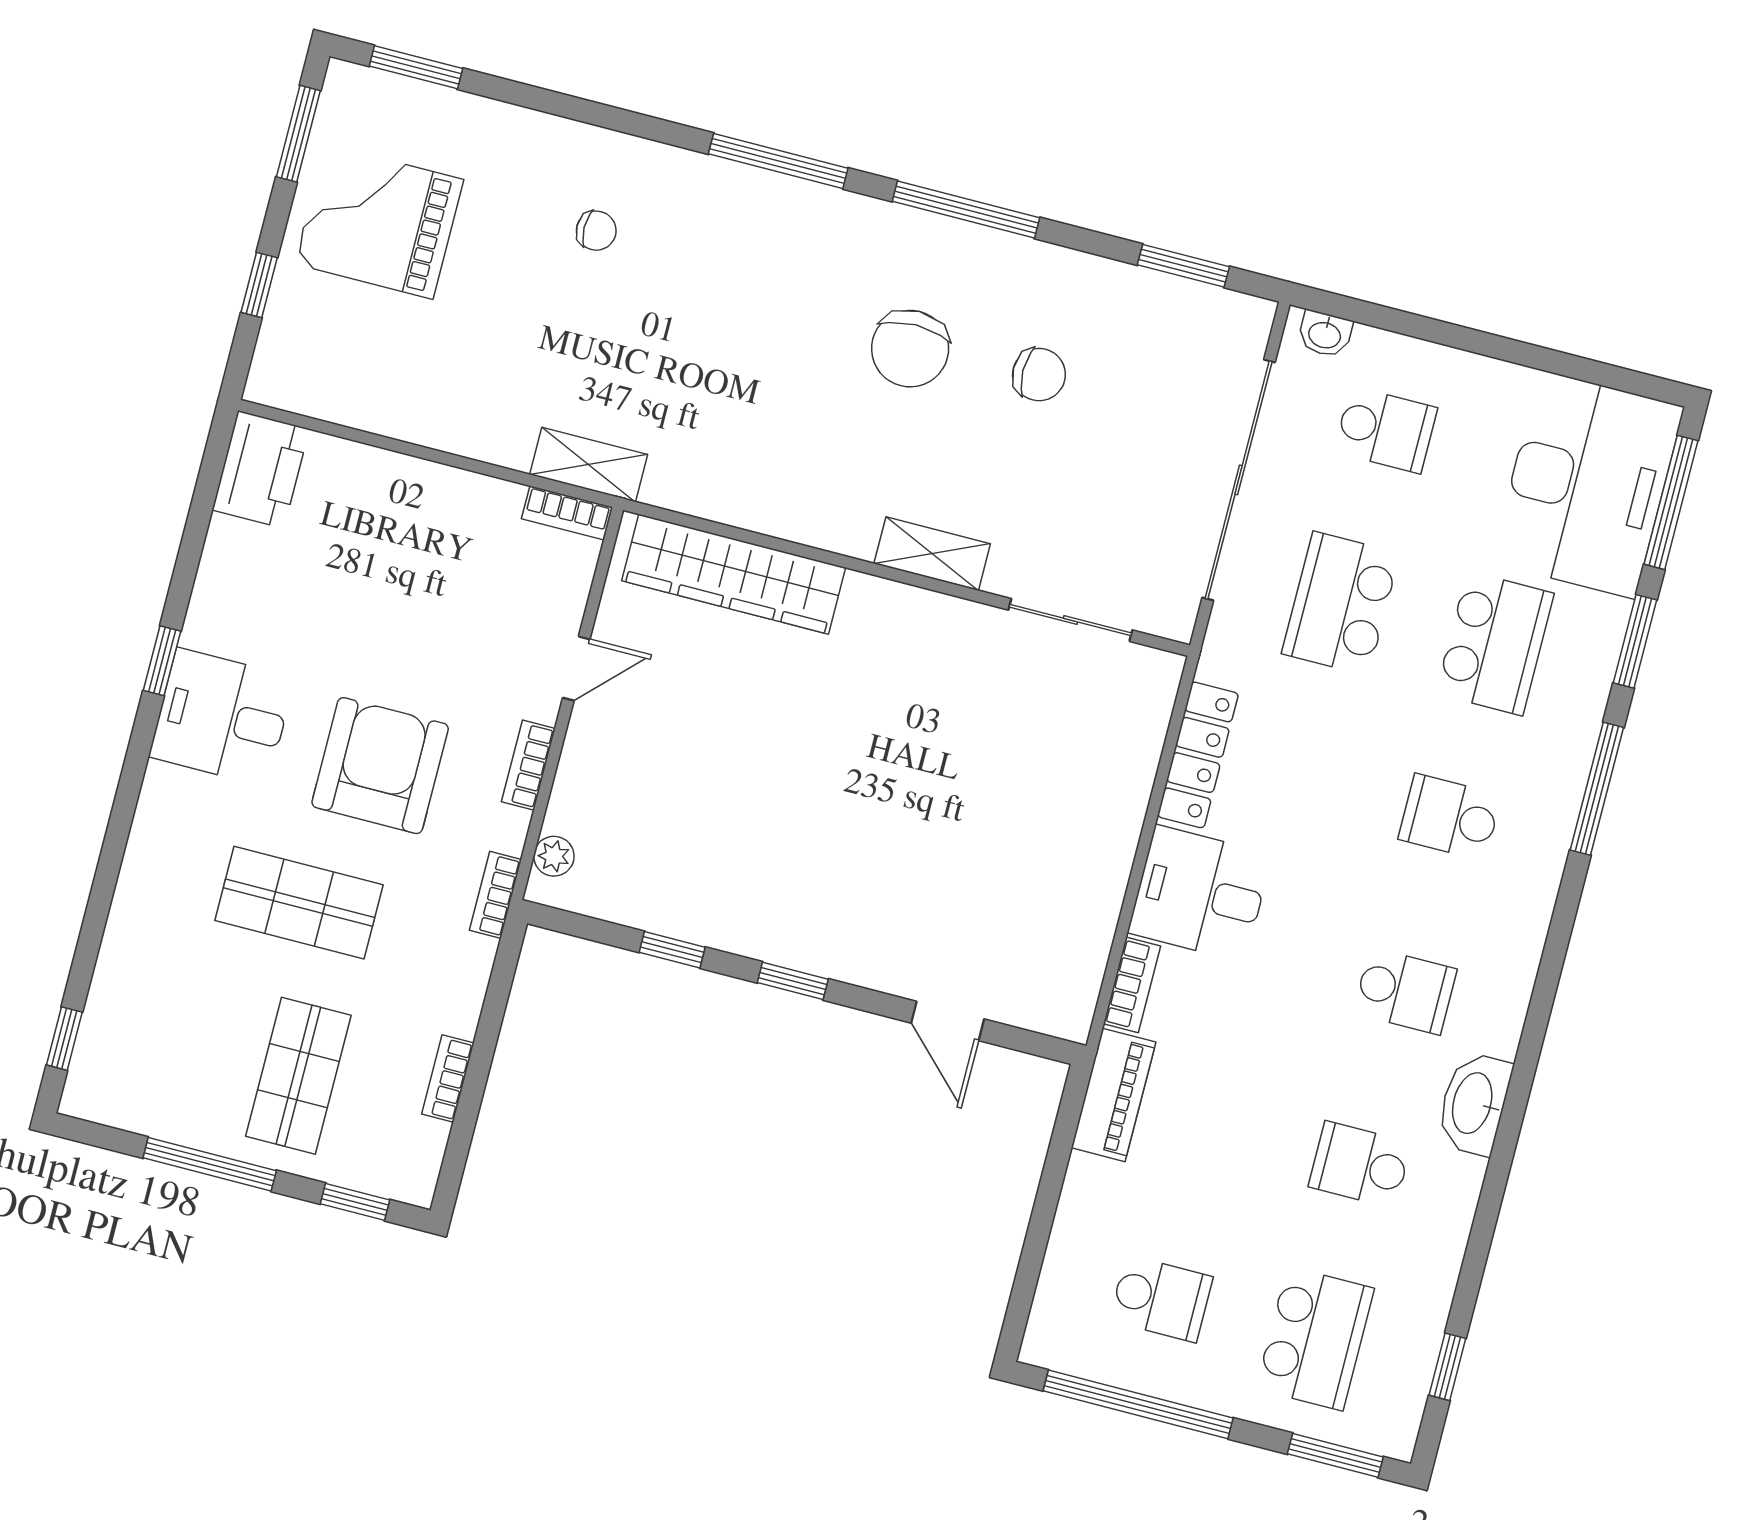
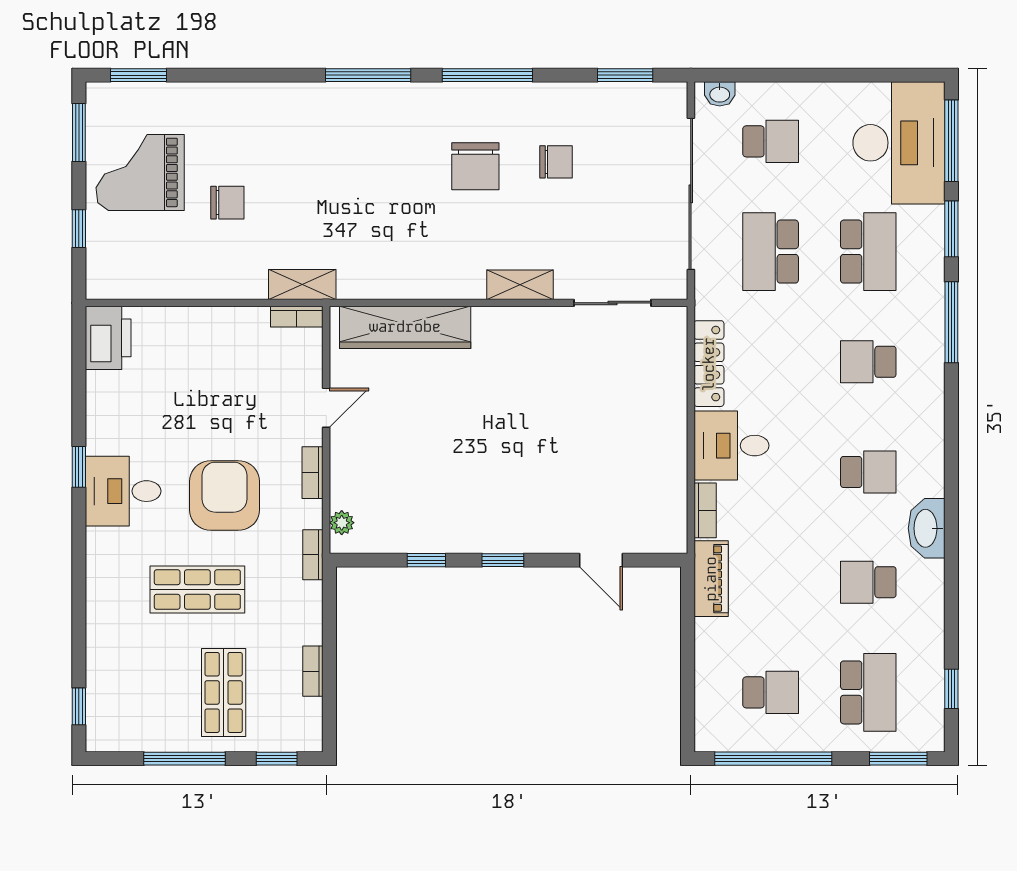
chair: (596, 231) -> (227, 203), moved, width x1.37, depth x1.37

